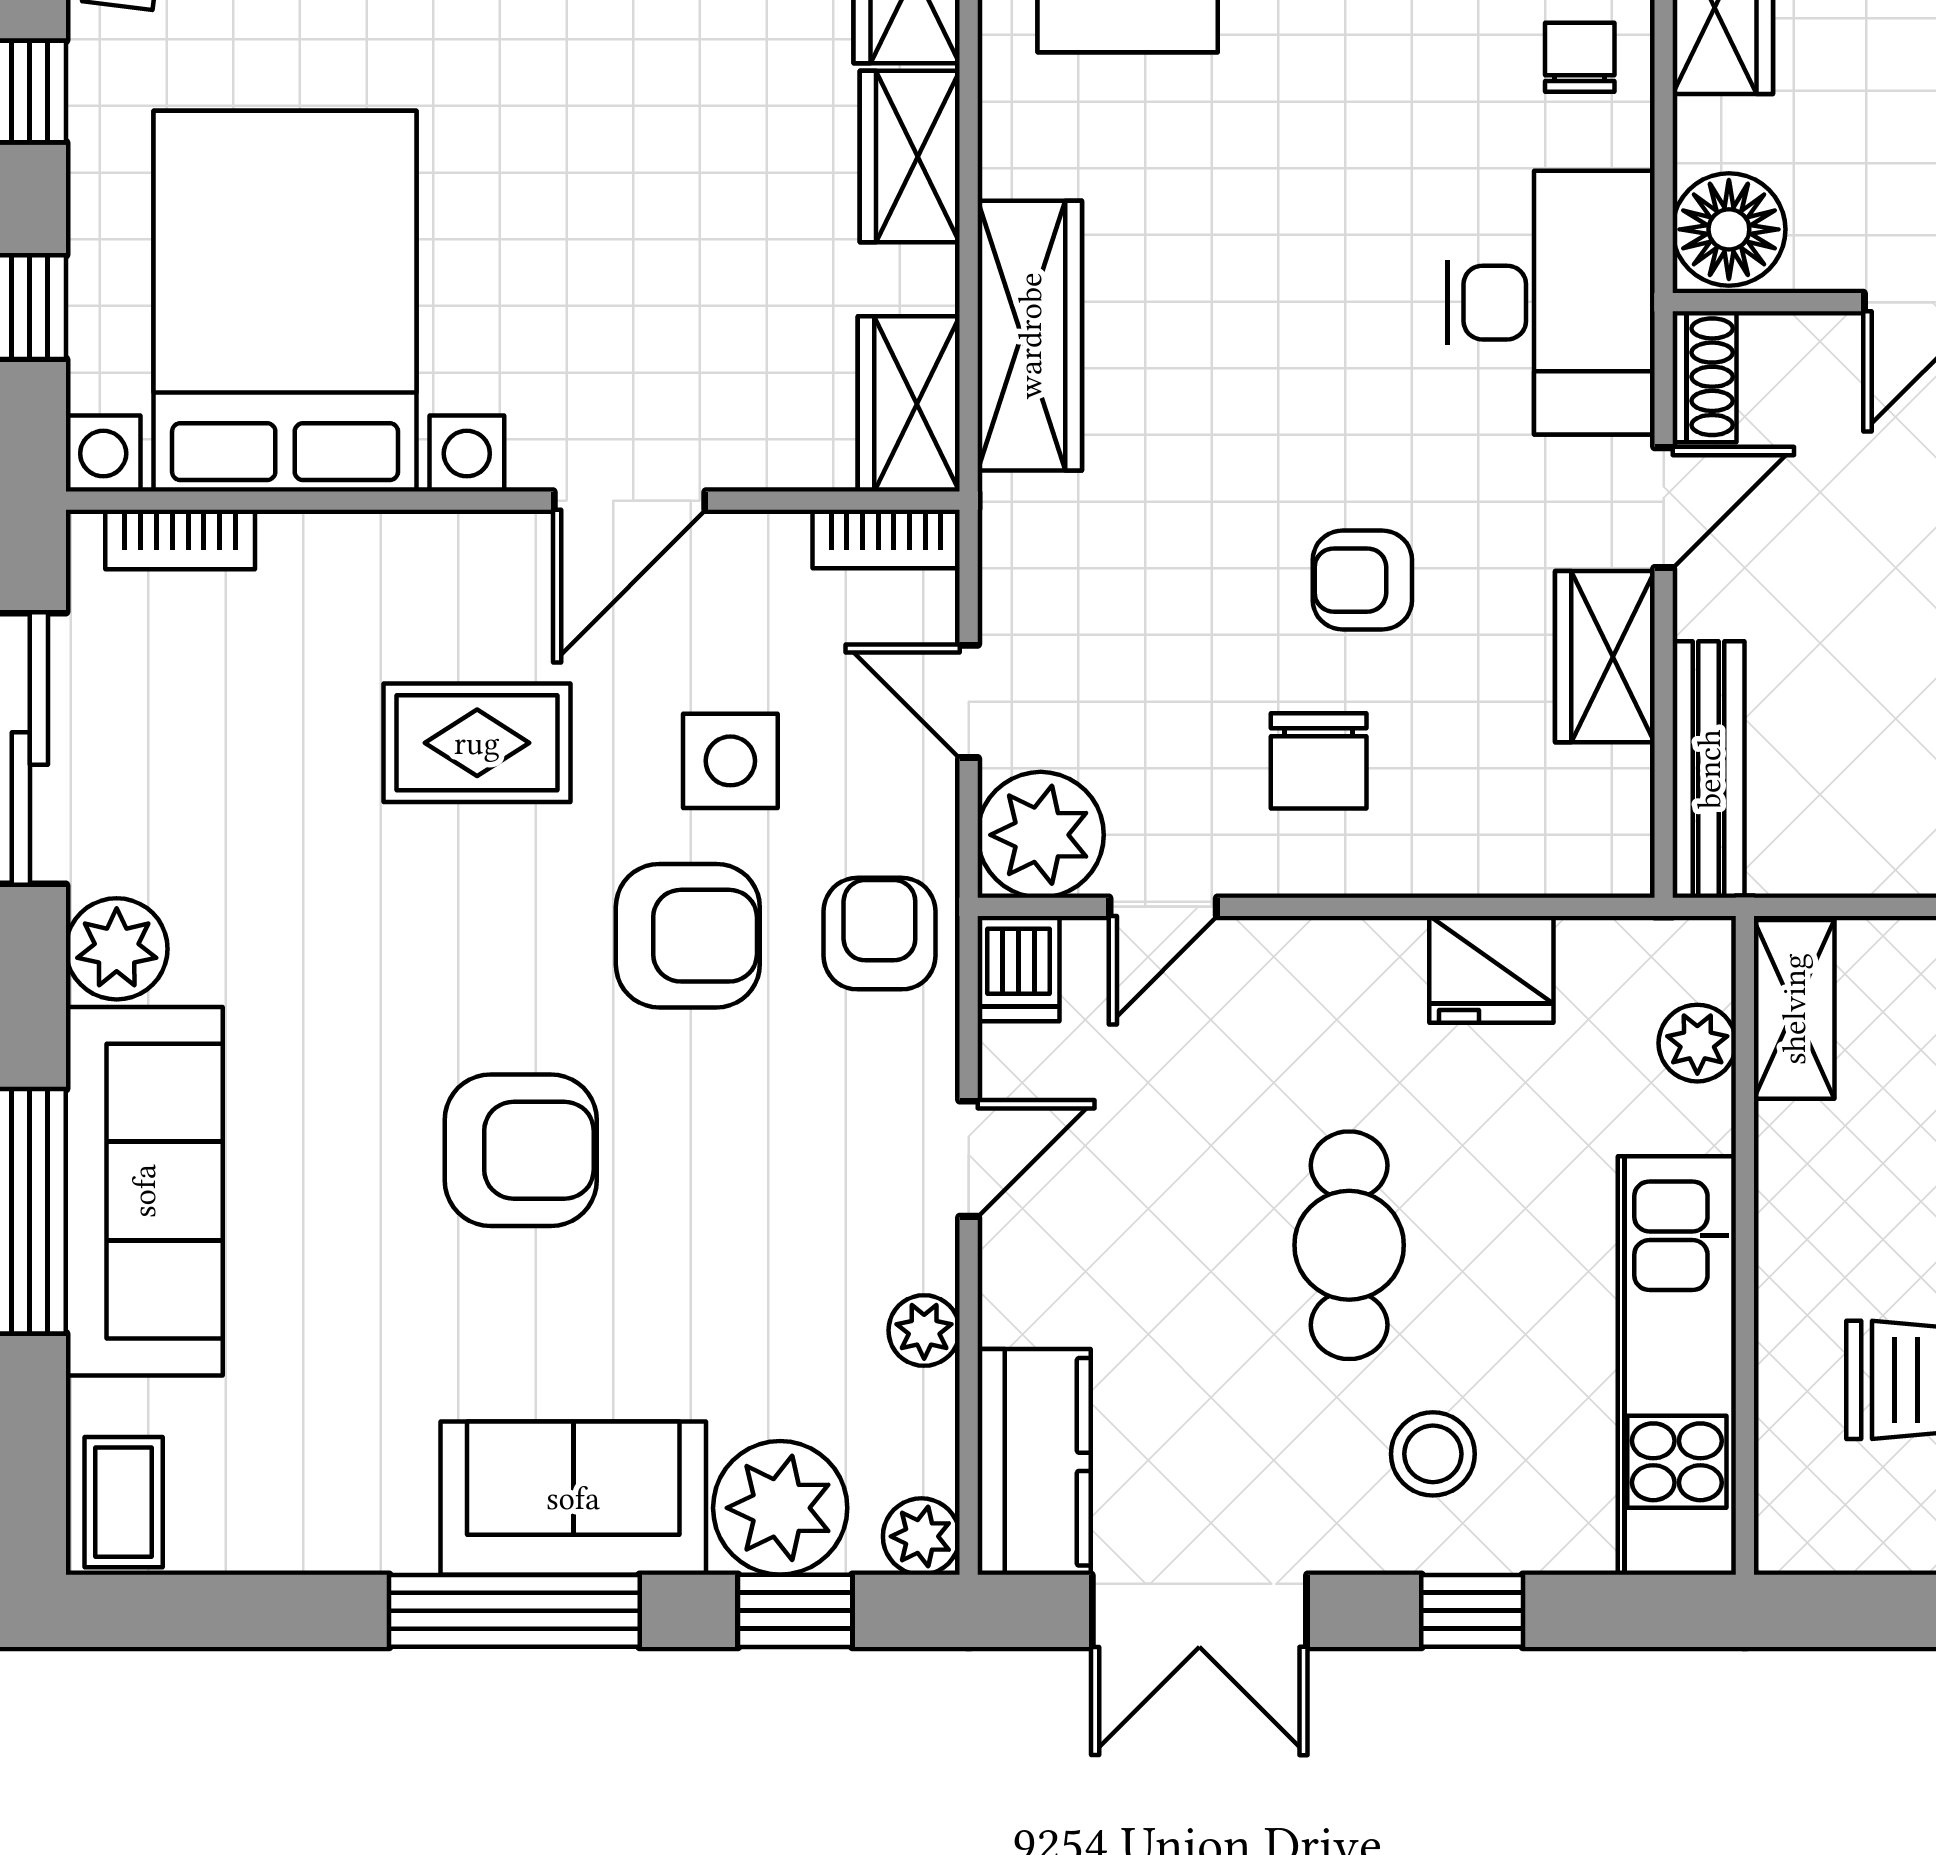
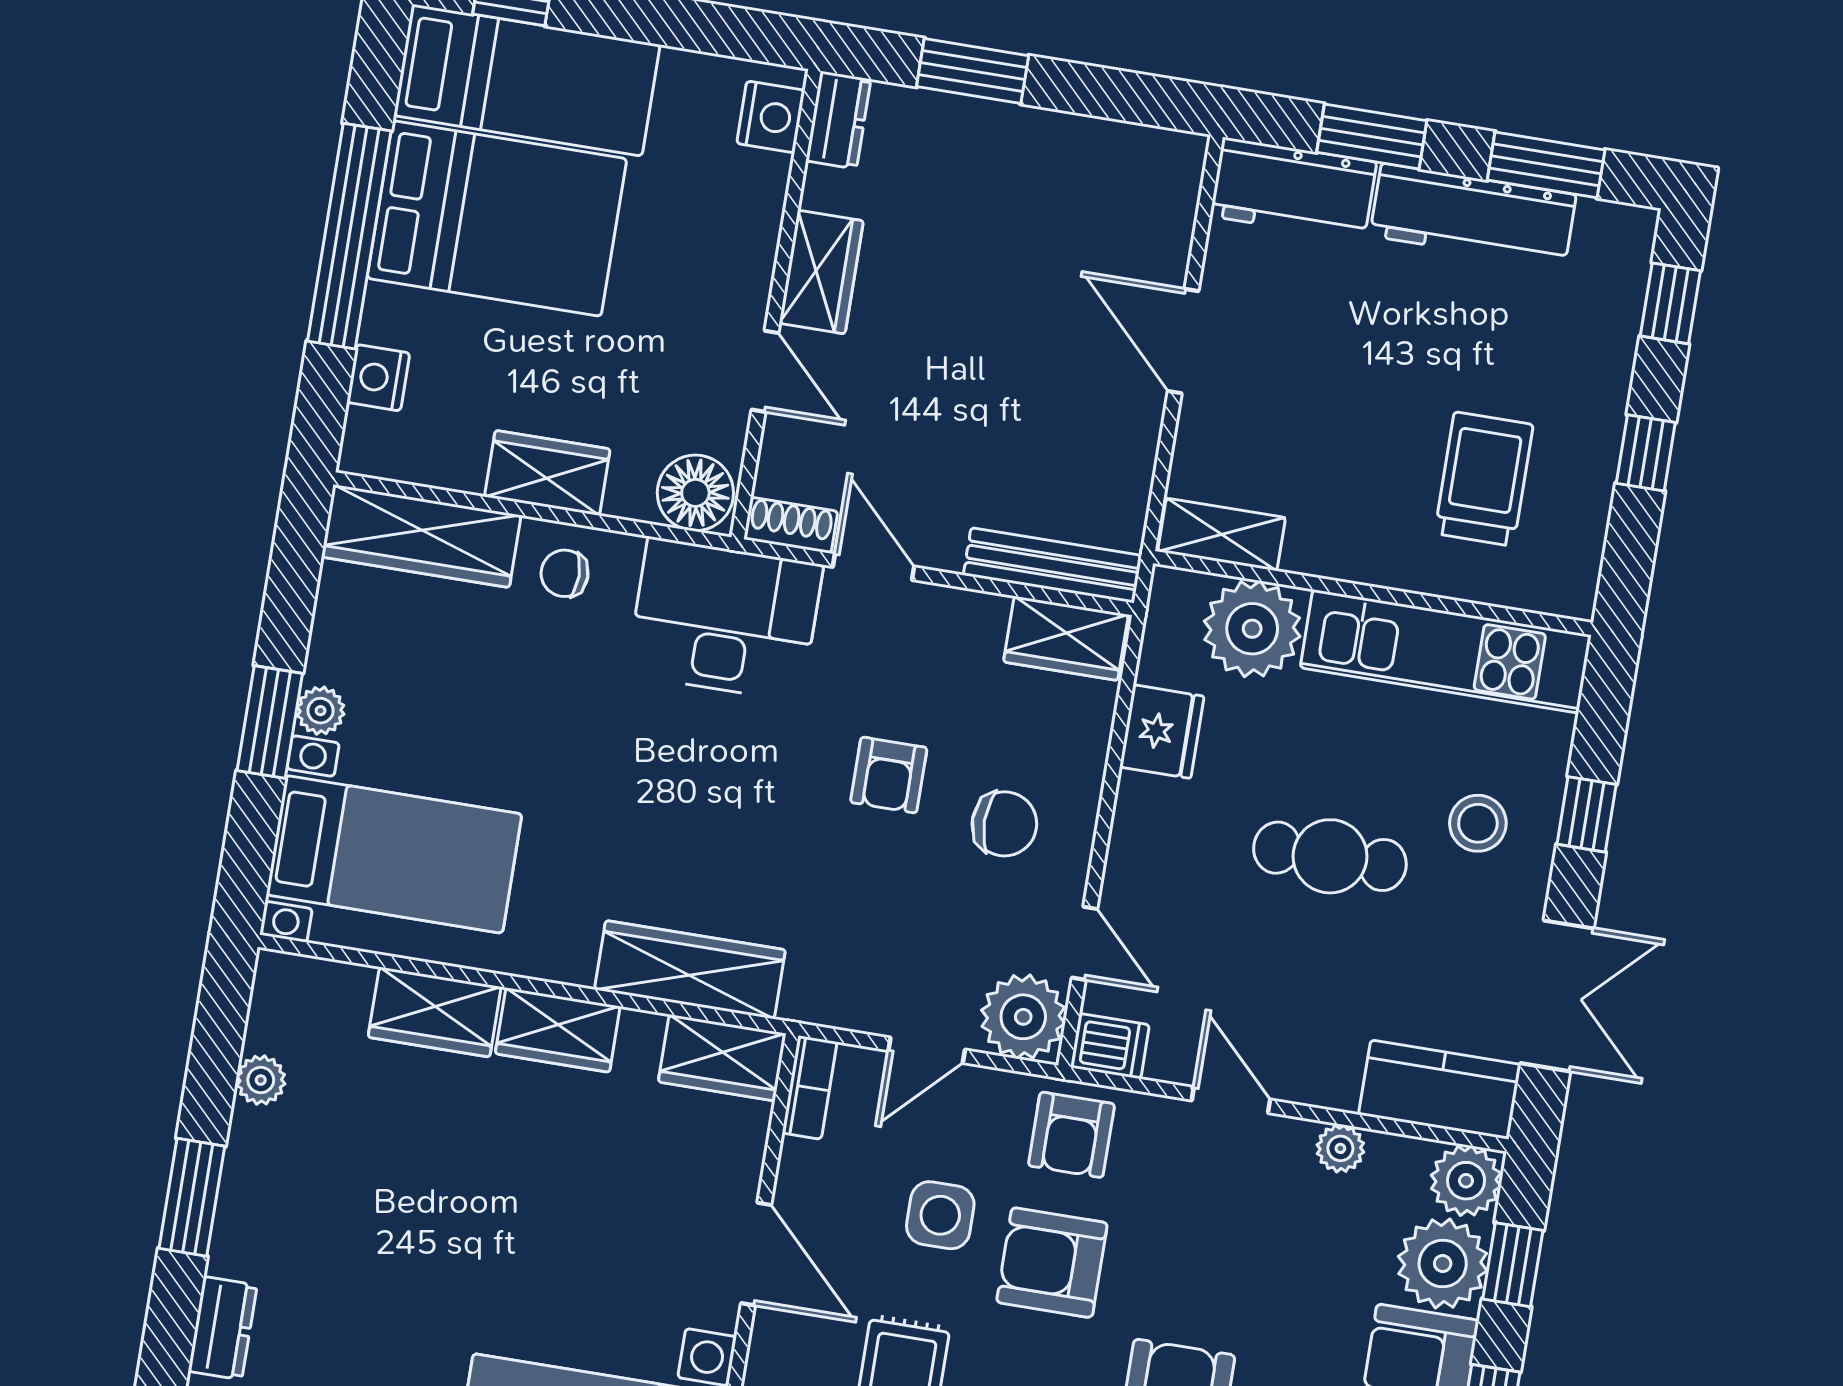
wardrobe: (1605, 657) -> (1066, 638), moved
armchair: (879, 934) -> (1071, 1135), turned -90
armchair: (688, 936) -> (1052, 1263), turned -90
plant: (1697, 1043) -> (1252, 629), width x1.87, depth x1.87
plant: (921, 1536) -> (1466, 1181), width x1.38, depth x1.38

